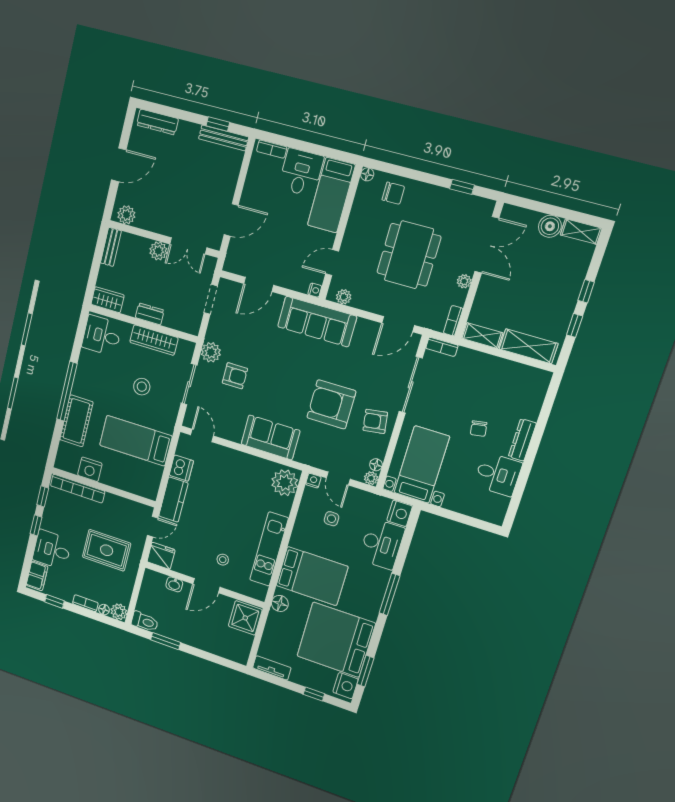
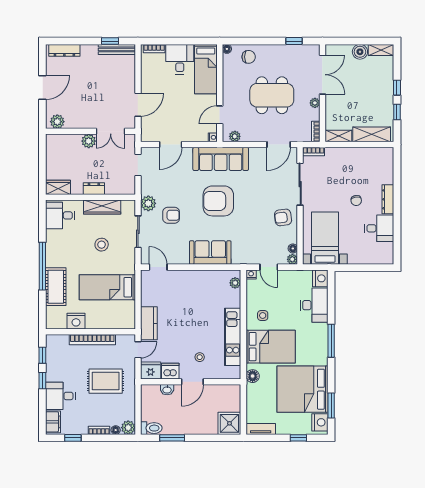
bench: (111, 247) -> (51, 148), removed
dining table: (409, 255) -> (272, 95), turned 90
armchair: (331, 404) -> (218, 201), moved
dishwasher: (181, 468) -> (170, 371), moved, turned -90
plant: (285, 483) -> (235, 283), width x0.53, depth x0.53
bookcase: (78, 489) -> (92, 340), moved
side table: (331, 519) -> (263, 316), moved
shower: (245, 618) -> (229, 423), moved

